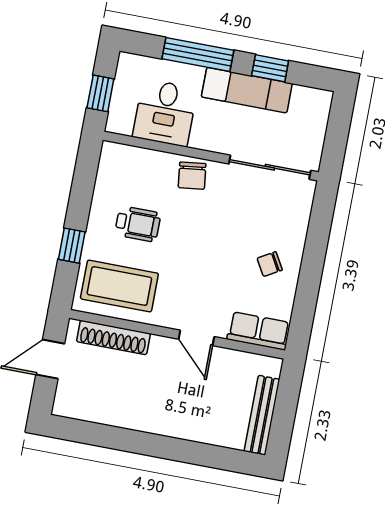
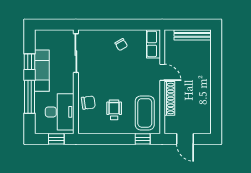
desk: (165, 113) -> (60, 112), width x1.37
chair: (192, 176) -> (88, 103), moved
window: (72, 246) -> (143, 139), moved
shoe rack: (113, 337) -> (169, 98), moved
door: (196, 338) -> (162, 72), hinge flipped

